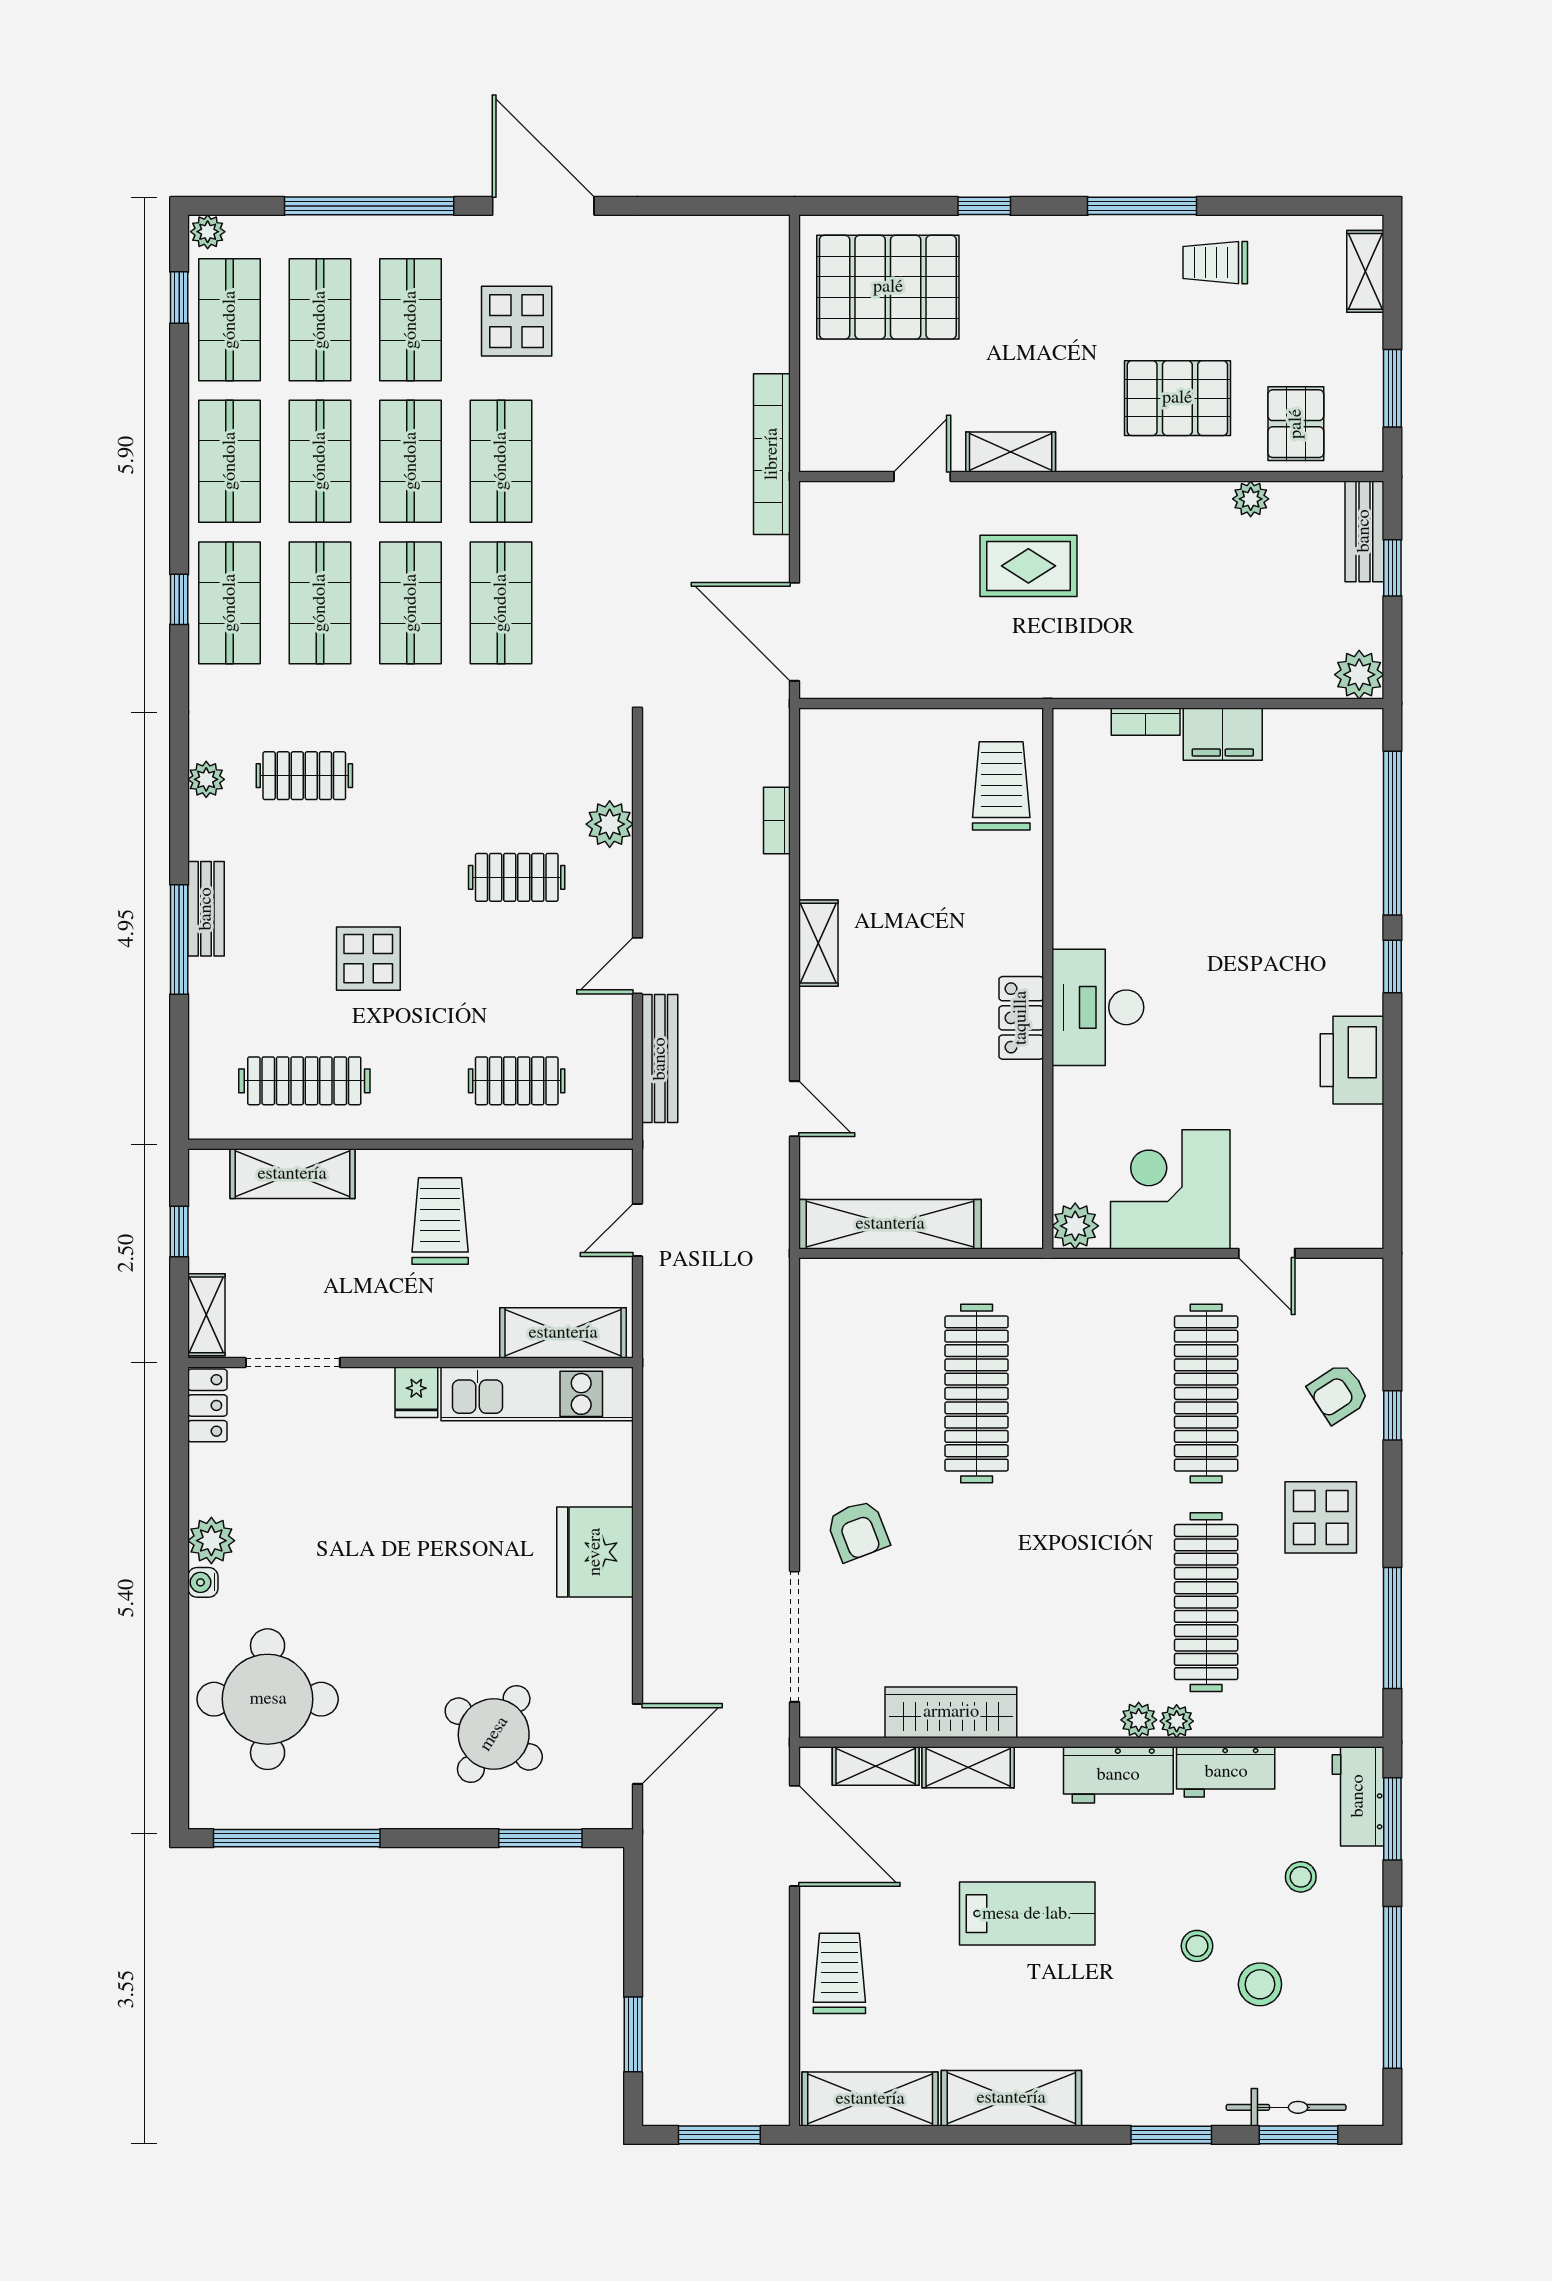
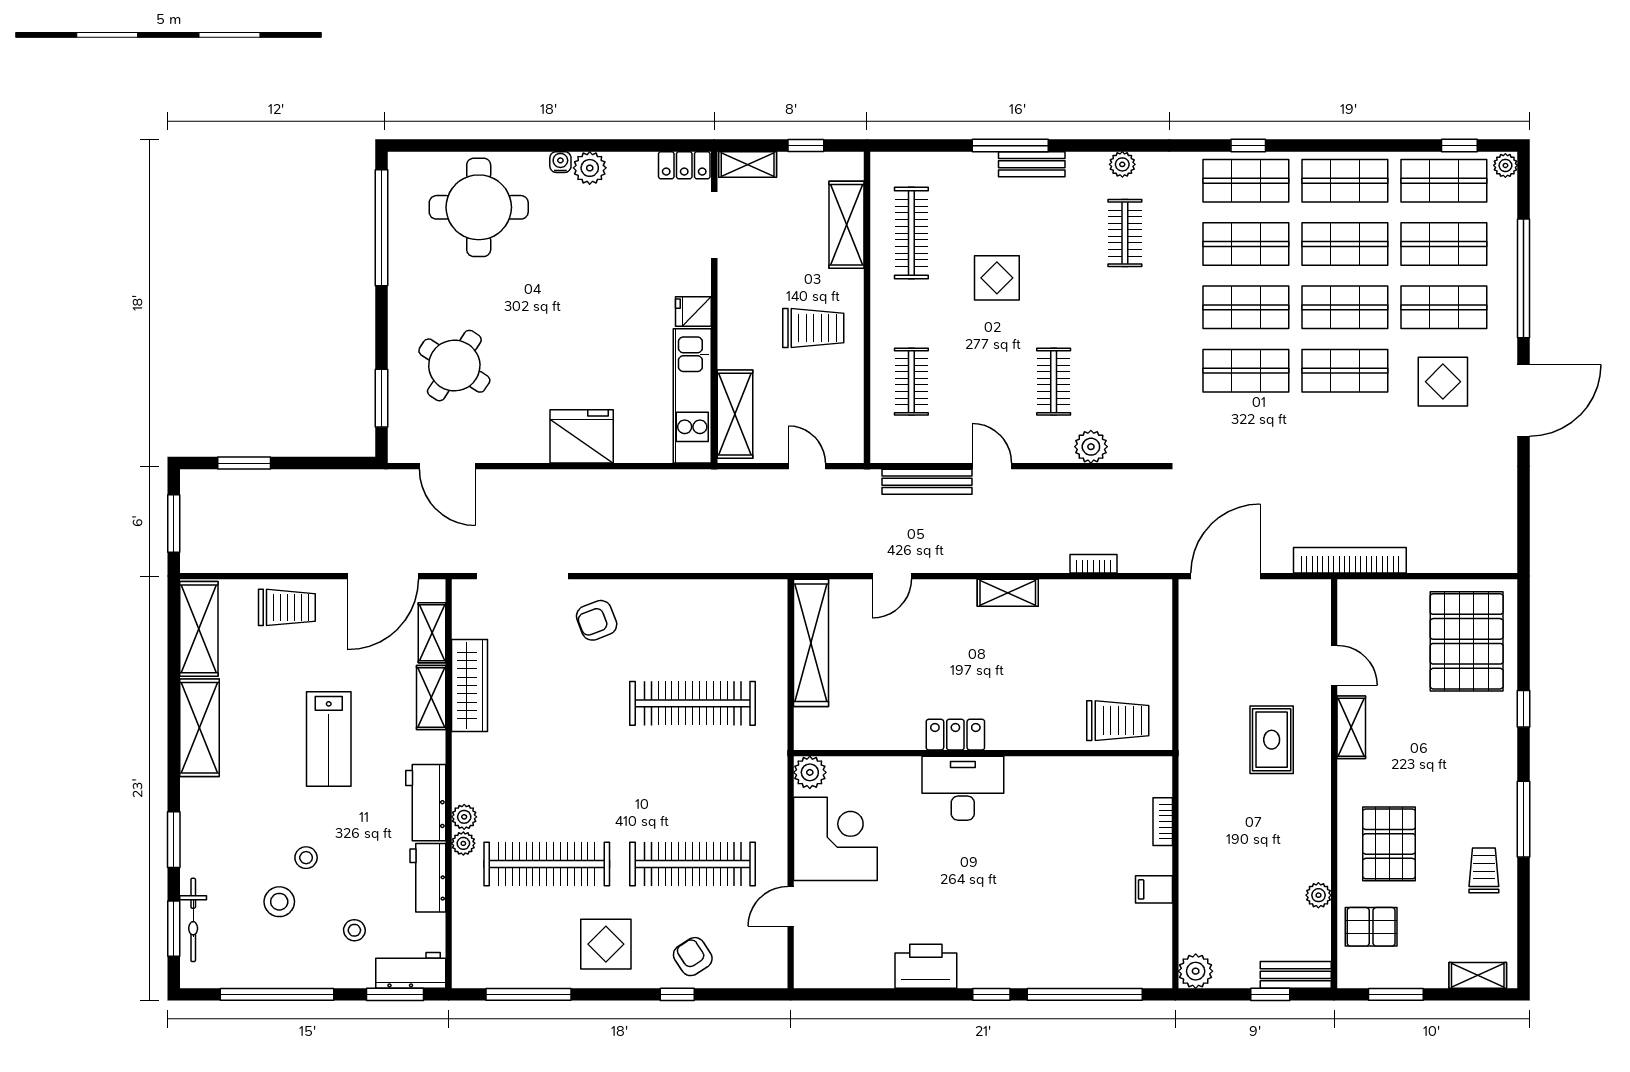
filing cabinet: (1223, 734) -> (1154, 889), width x0.50

